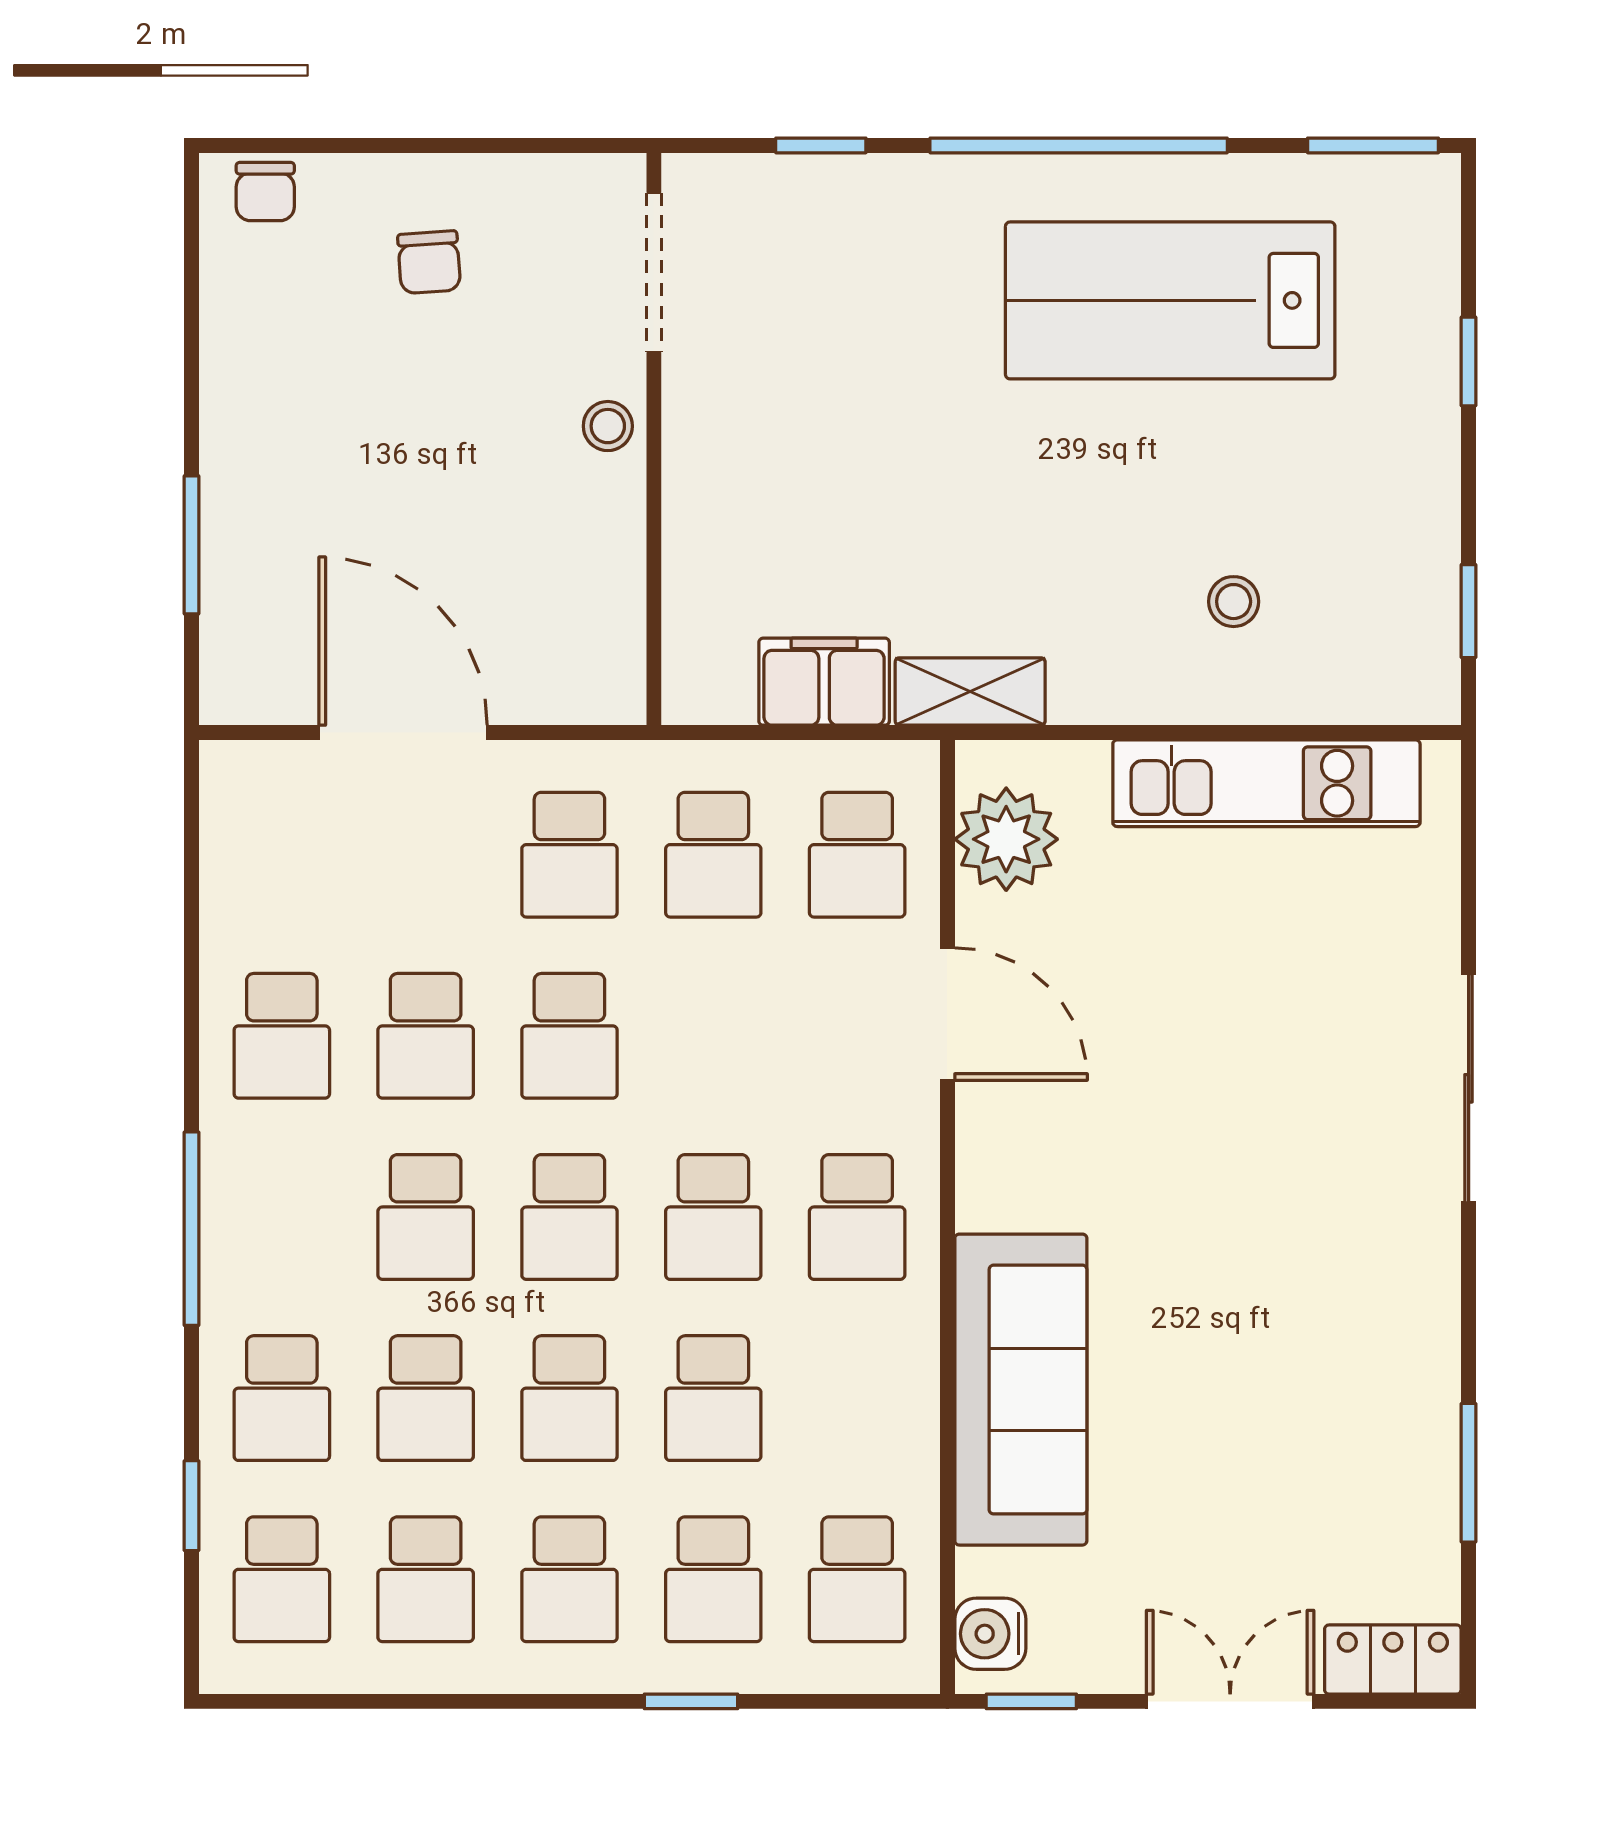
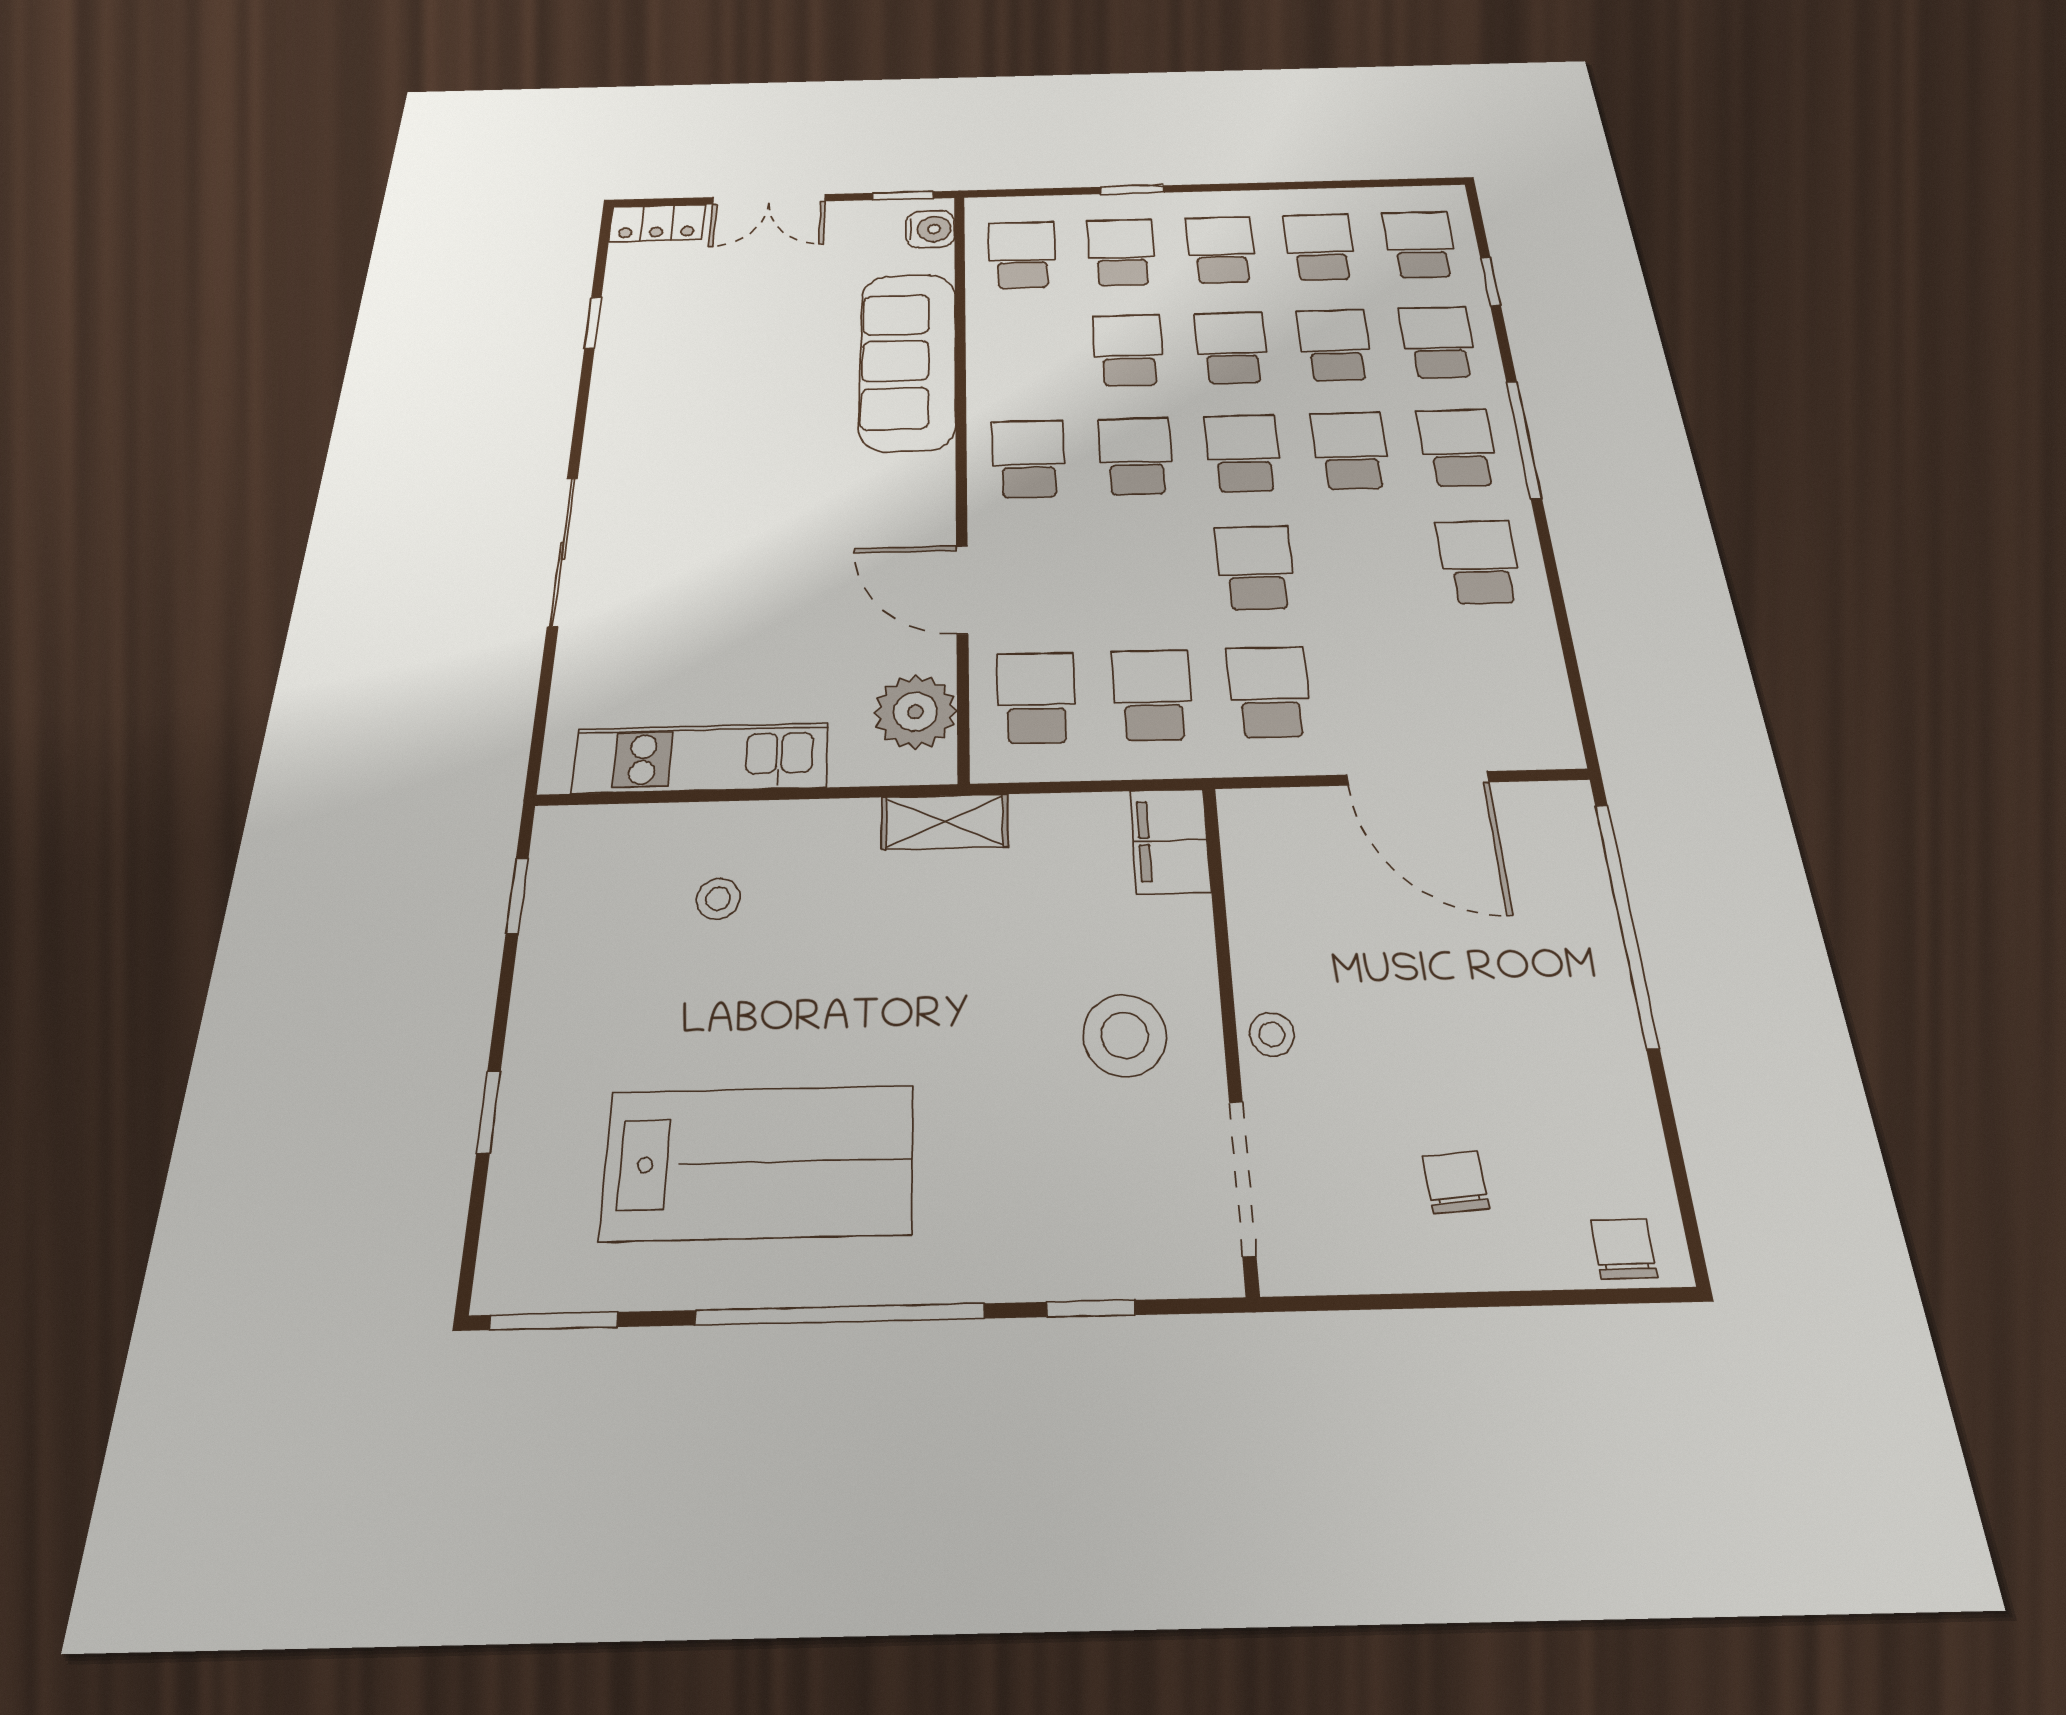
stool: (771, 429) -> (1125, 1035), added
window: (191, 545) -> (1626, 923), width x2.11
filing cabinet: (824, 682) -> (1170, 841), moved, turned 90
school desk: (426, 1036) -> (1458, 448), moved
window: (1469, 1473) -> (593, 323), width x0.67

